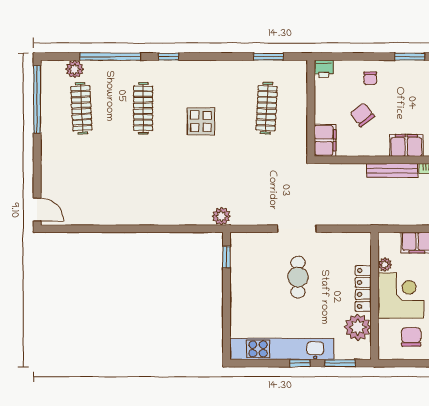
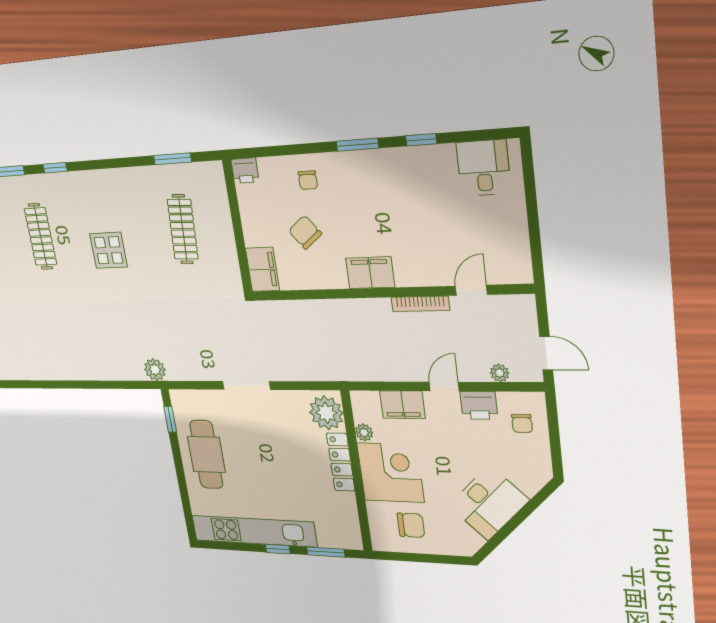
bench: (392, 170) -> (356, 308), removed
cafe table: (298, 277) -> (206, 454), moved, width x1.37, depth x1.35
plant: (358, 327) -> (326, 413), moved
chair: (411, 337) -> (411, 525), turned 90

